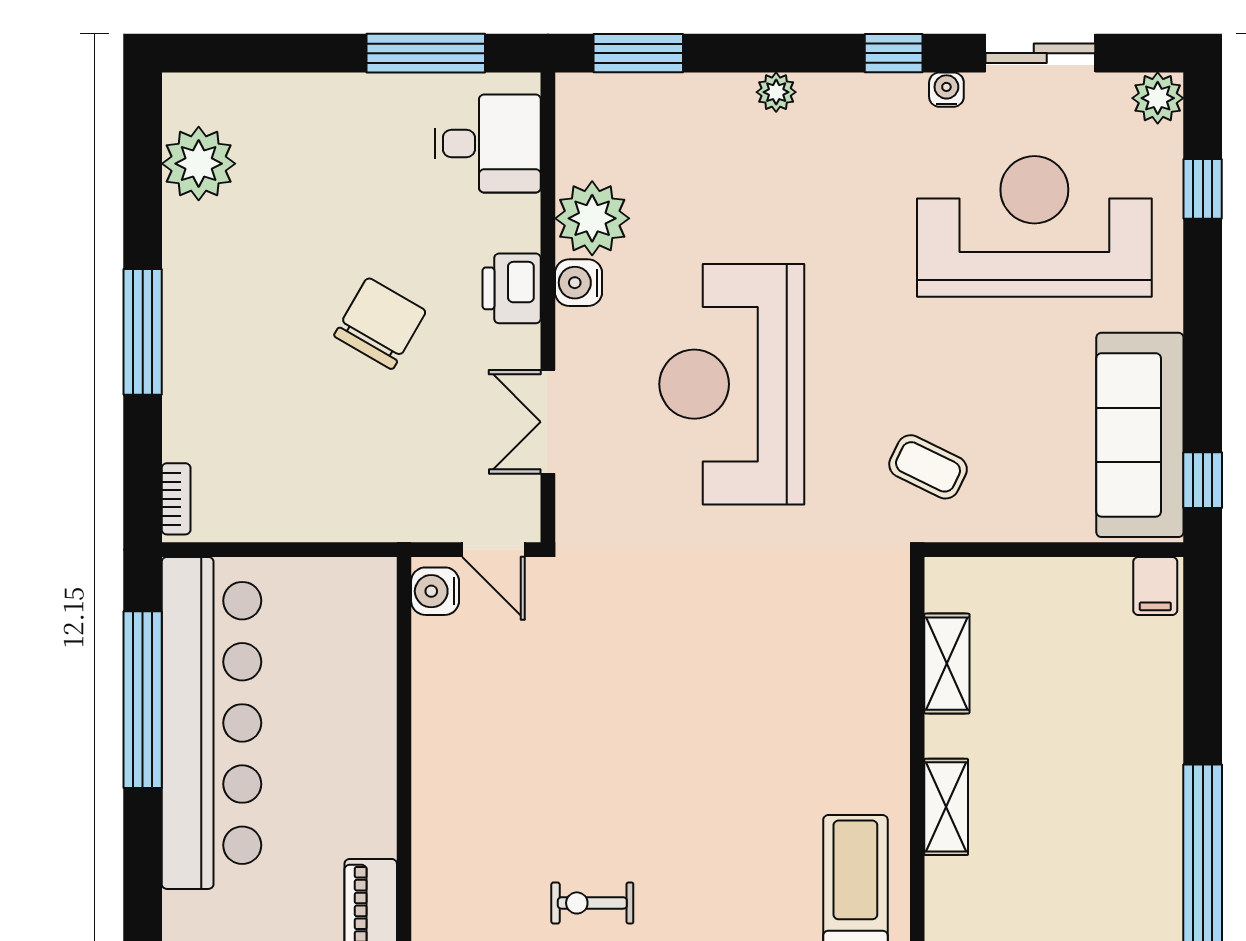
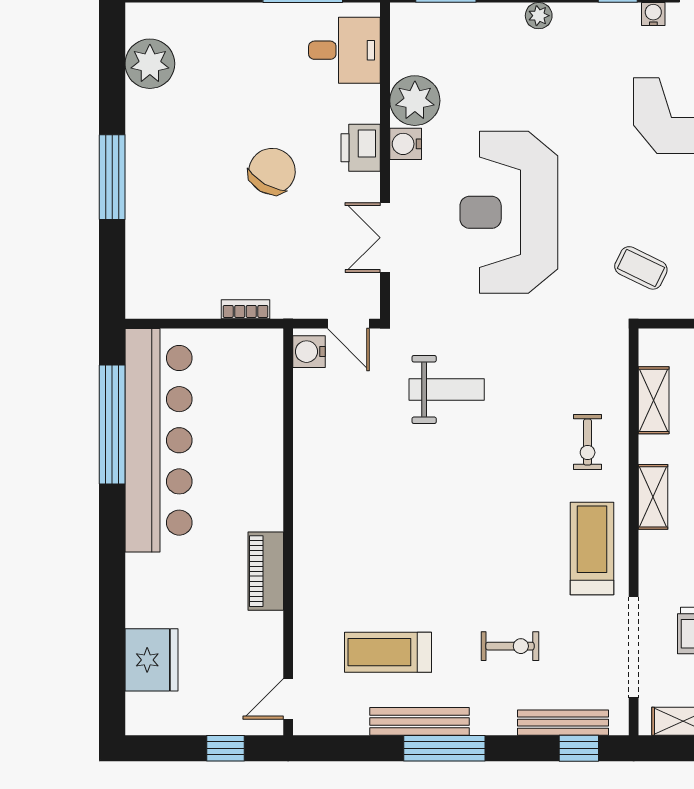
bookcase: (176, 499) -> (246, 309), moved, turned -90
weight bench: (639, 647) -> (447, 390), added
exercise bike: (592, 903) -> (588, 442), moved, turned -90

